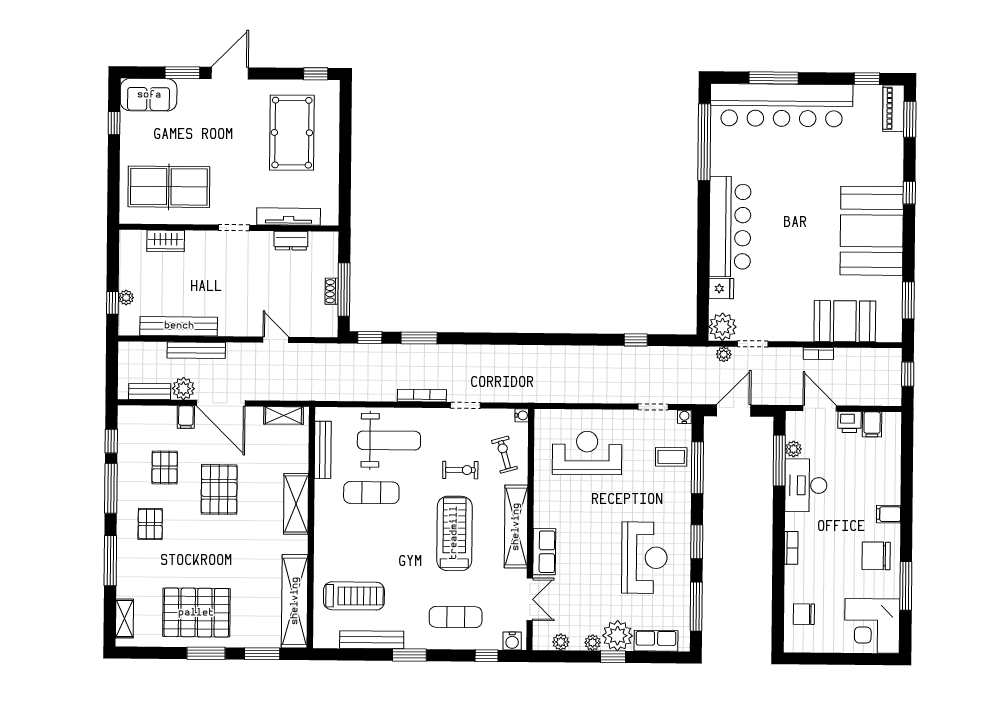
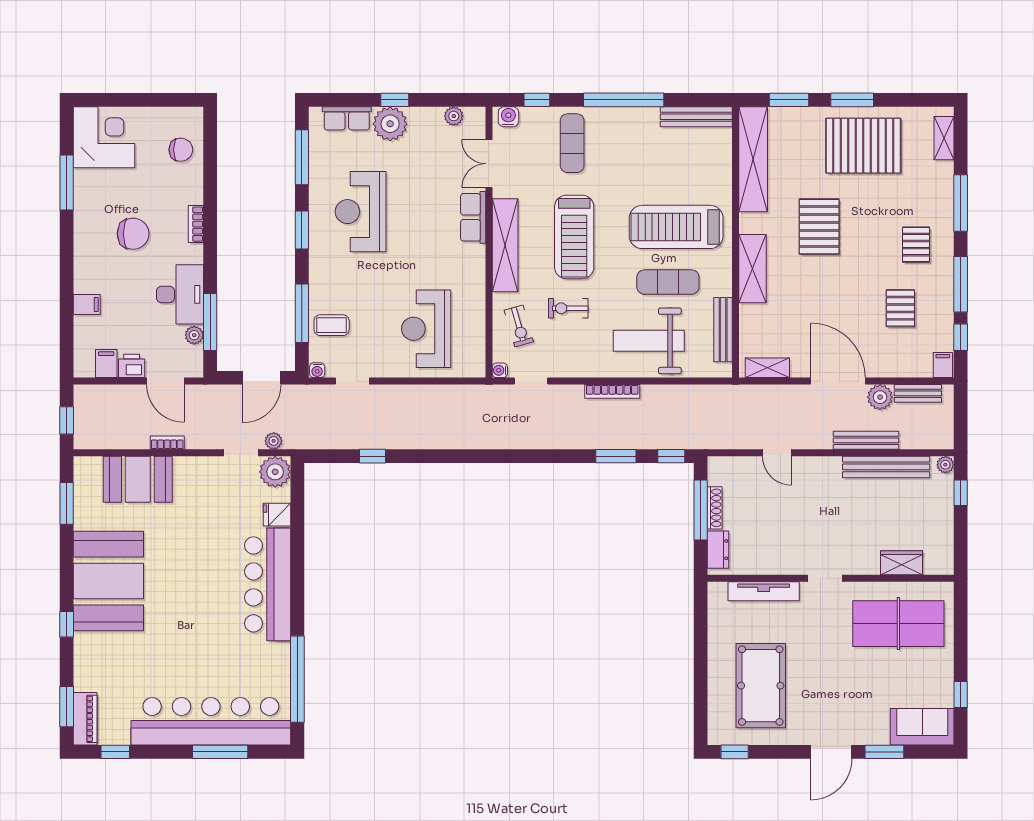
dresser: (291, 241) -> (718, 550), moved, turned 90
shoe rack: (332, 291) -> (715, 508), width x1.43
plant: (126, 298) -> (945, 465), moved
doorway: (465, 405) -> (531, 381), moved
filing cabinet: (186, 417) -> (943, 365), moved
reception desk: (587, 453) -> (426, 329), turned 90
pallet: (219, 489) -> (819, 227), moved
filing cabinet: (889, 514) -> (87, 304), moved
chair: (876, 556) -> (133, 234), moved
treadmill: (354, 596) -> (676, 227), moved, width x1.37, depth x1.38
exercise mat: (456, 617) -> (572, 143), turned 90
bench: (372, 640) -> (696, 117), moved
plant: (593, 643) -> (418, 116), removed
window: (409, 655) -> (624, 100), width x2.11

